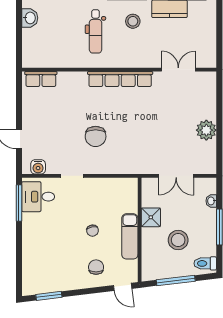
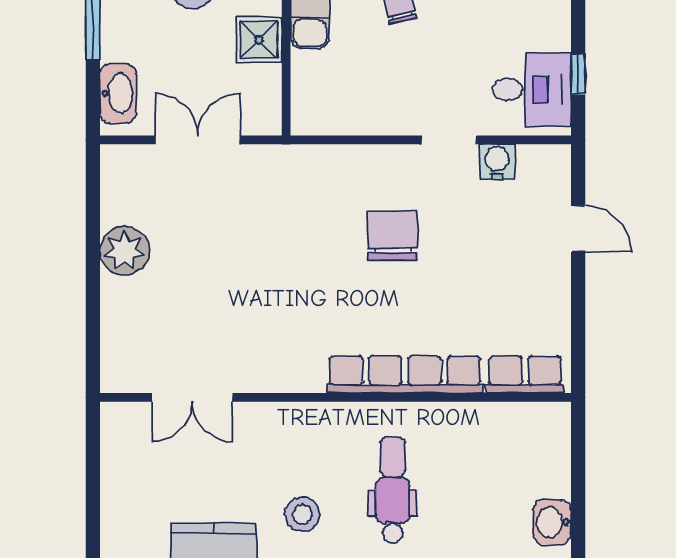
row of seats: (120, 79) -> (405, 374), moved
water cooler: (38, 167) -> (497, 162), moved
washbasin: (211, 201) -> (118, 93), width x1.91, depth x1.45
window: (19, 203) -> (578, 74), width x0.46

